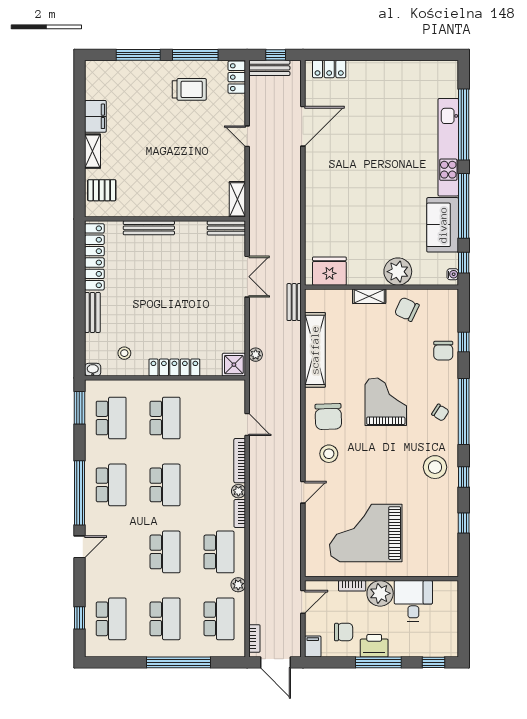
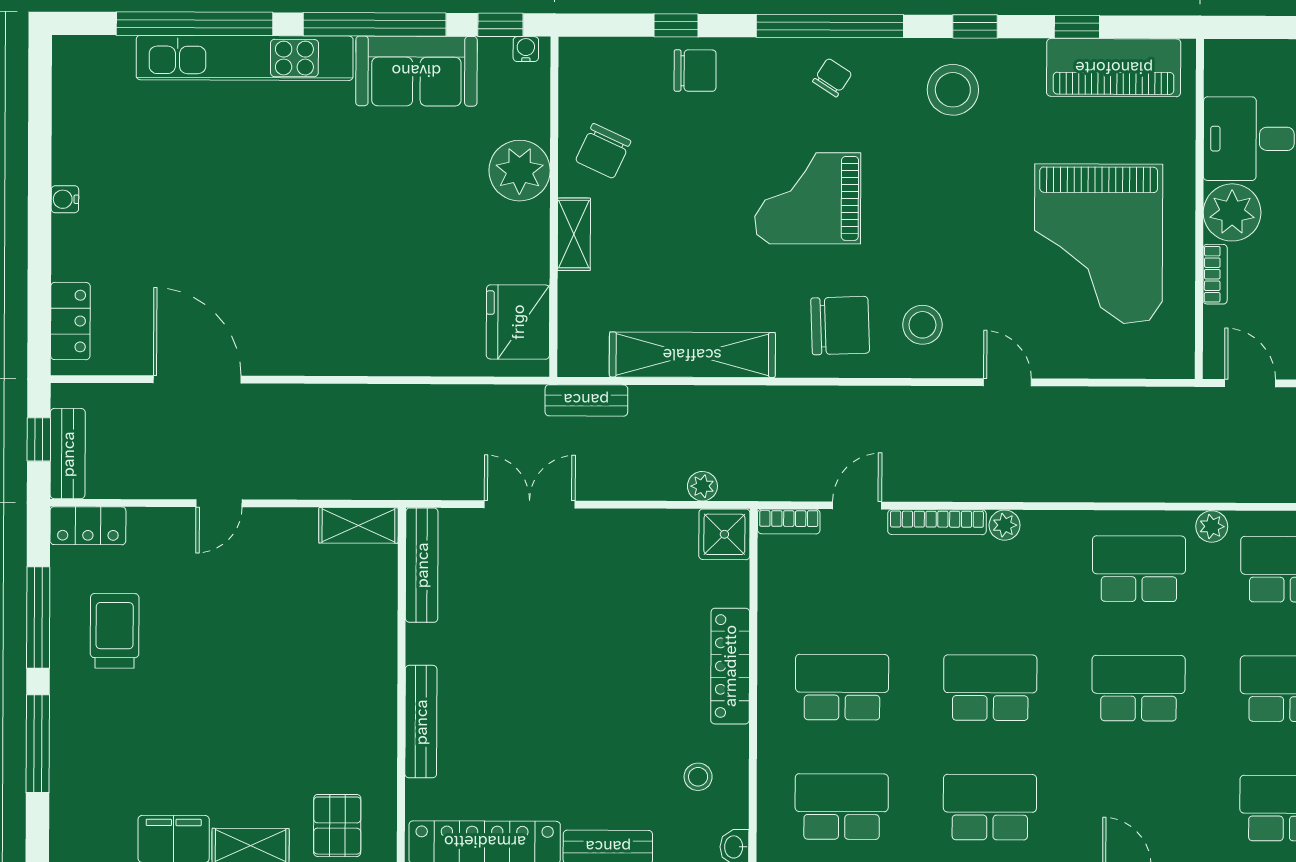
water cooler: (384, 66) -> (65, 199), added
bench: (226, 228) -> (422, 565), width x1.36
bookcase: (240, 513) -> (789, 522), moved
piano: (445, 540) -> (1114, 68), added

